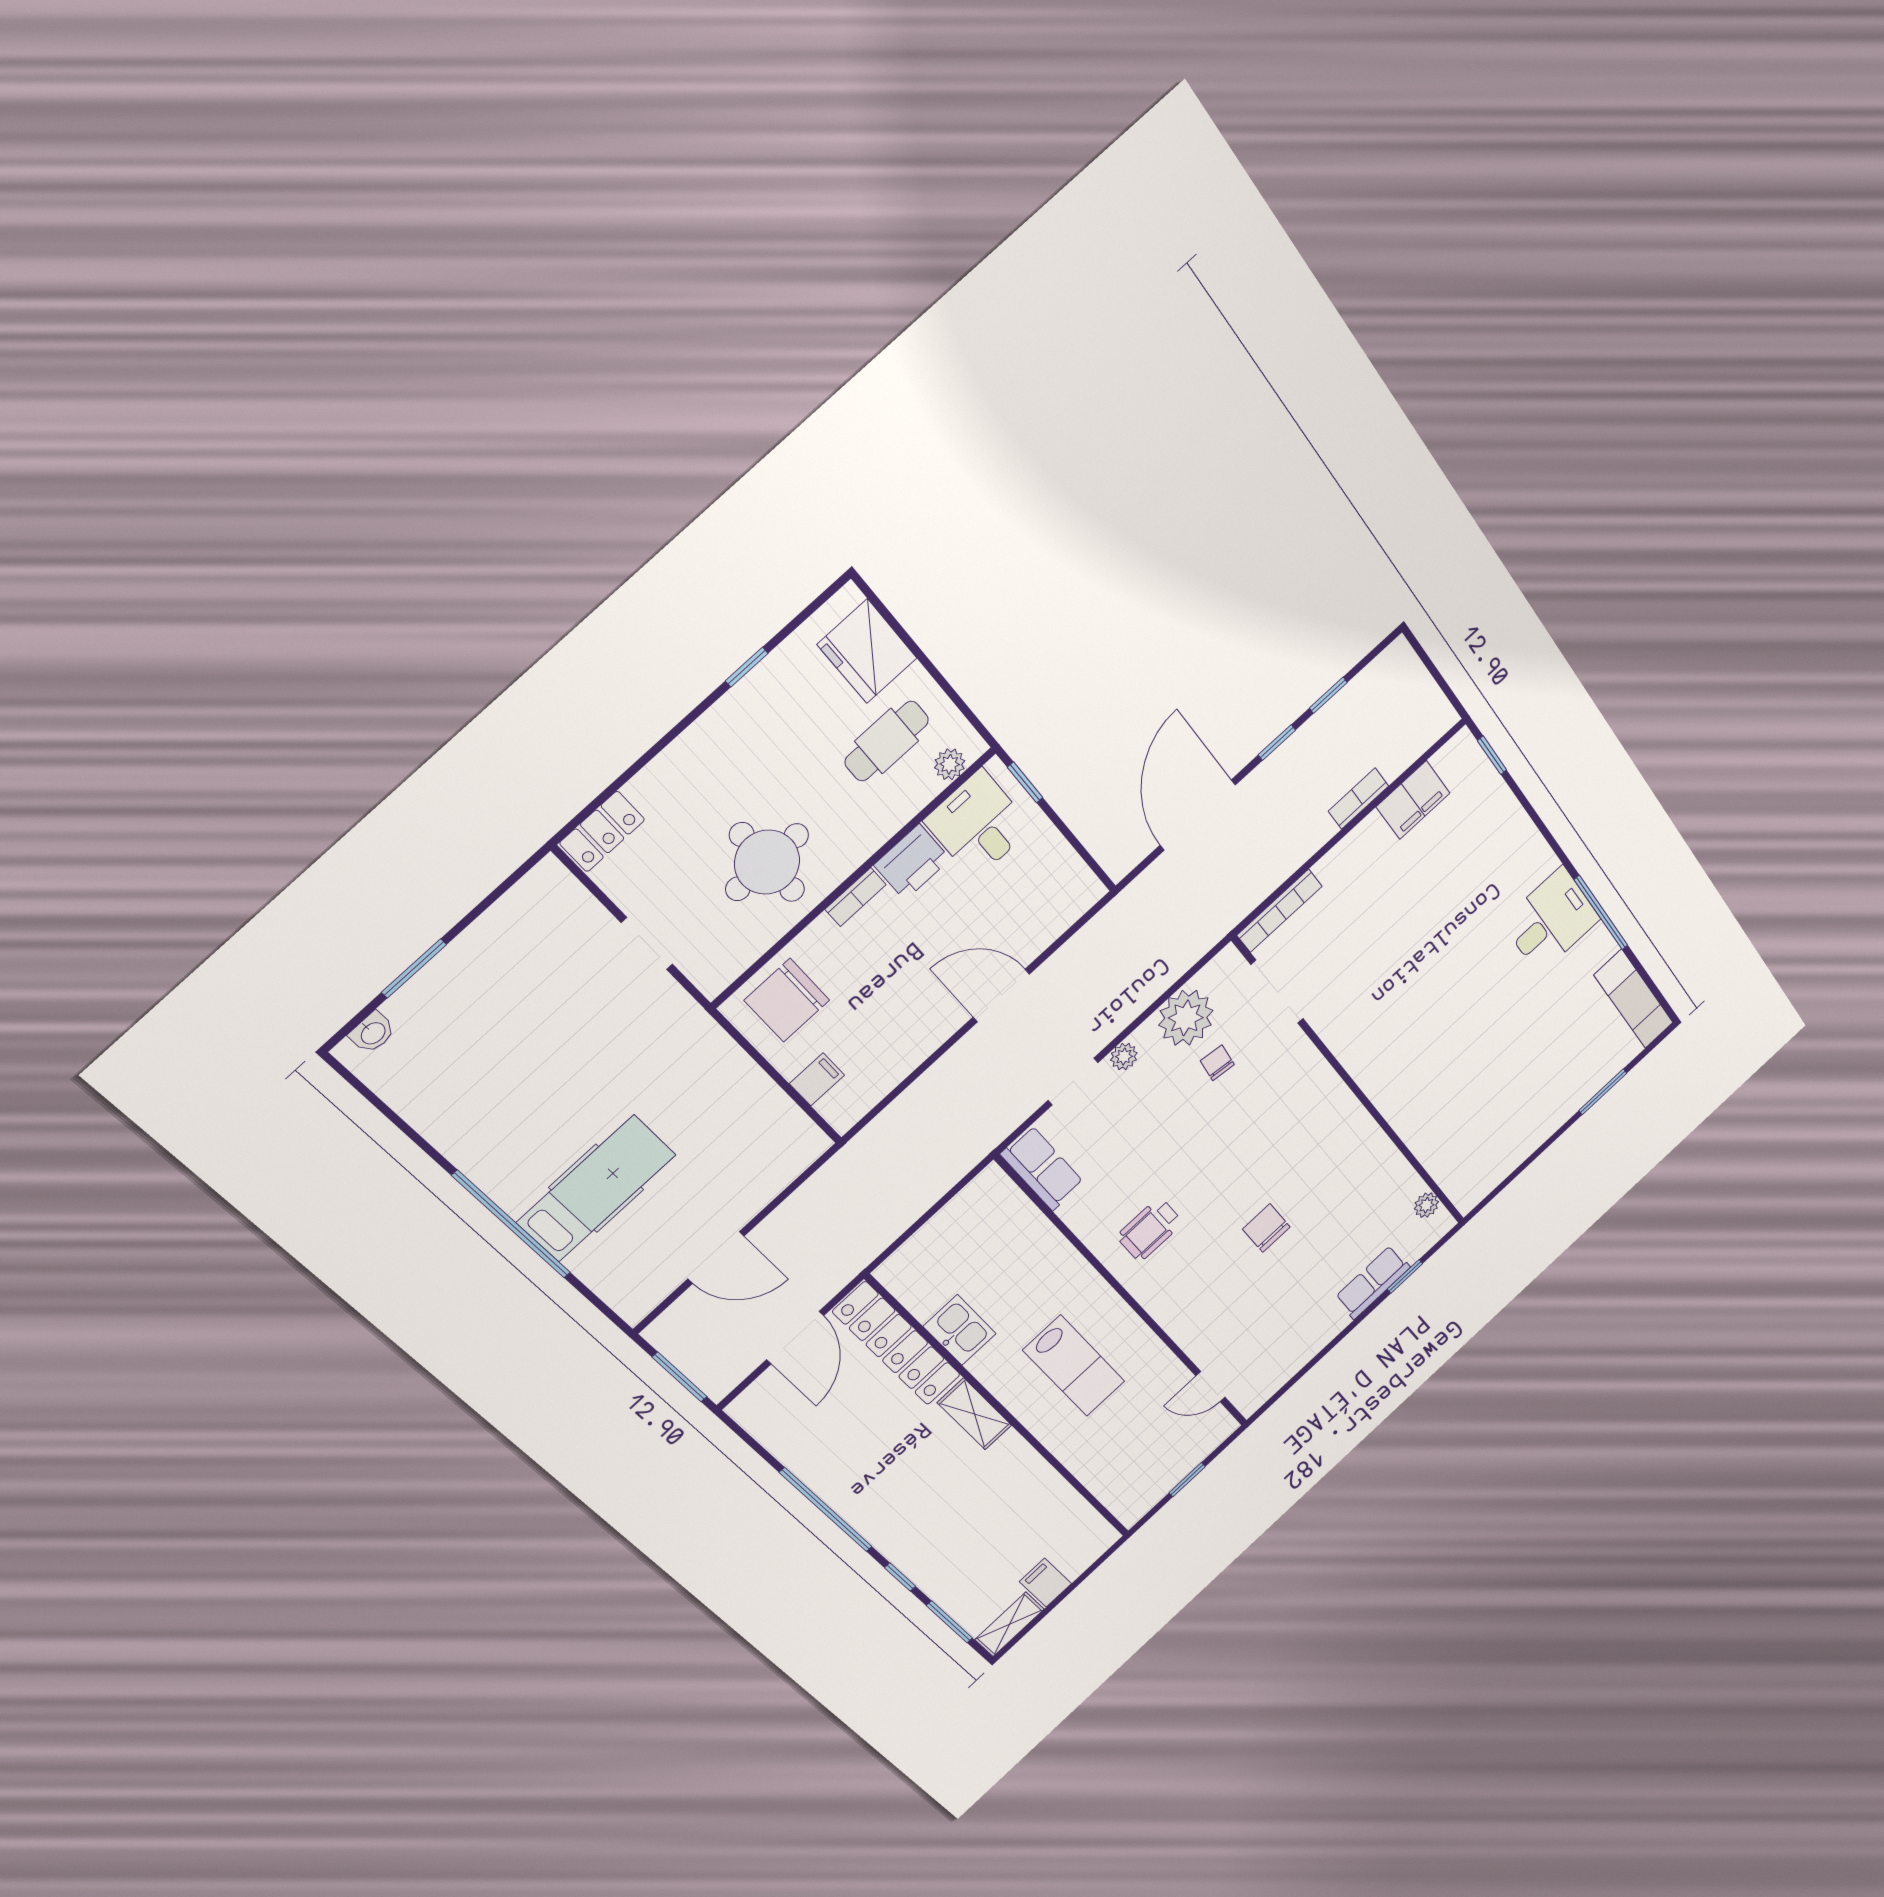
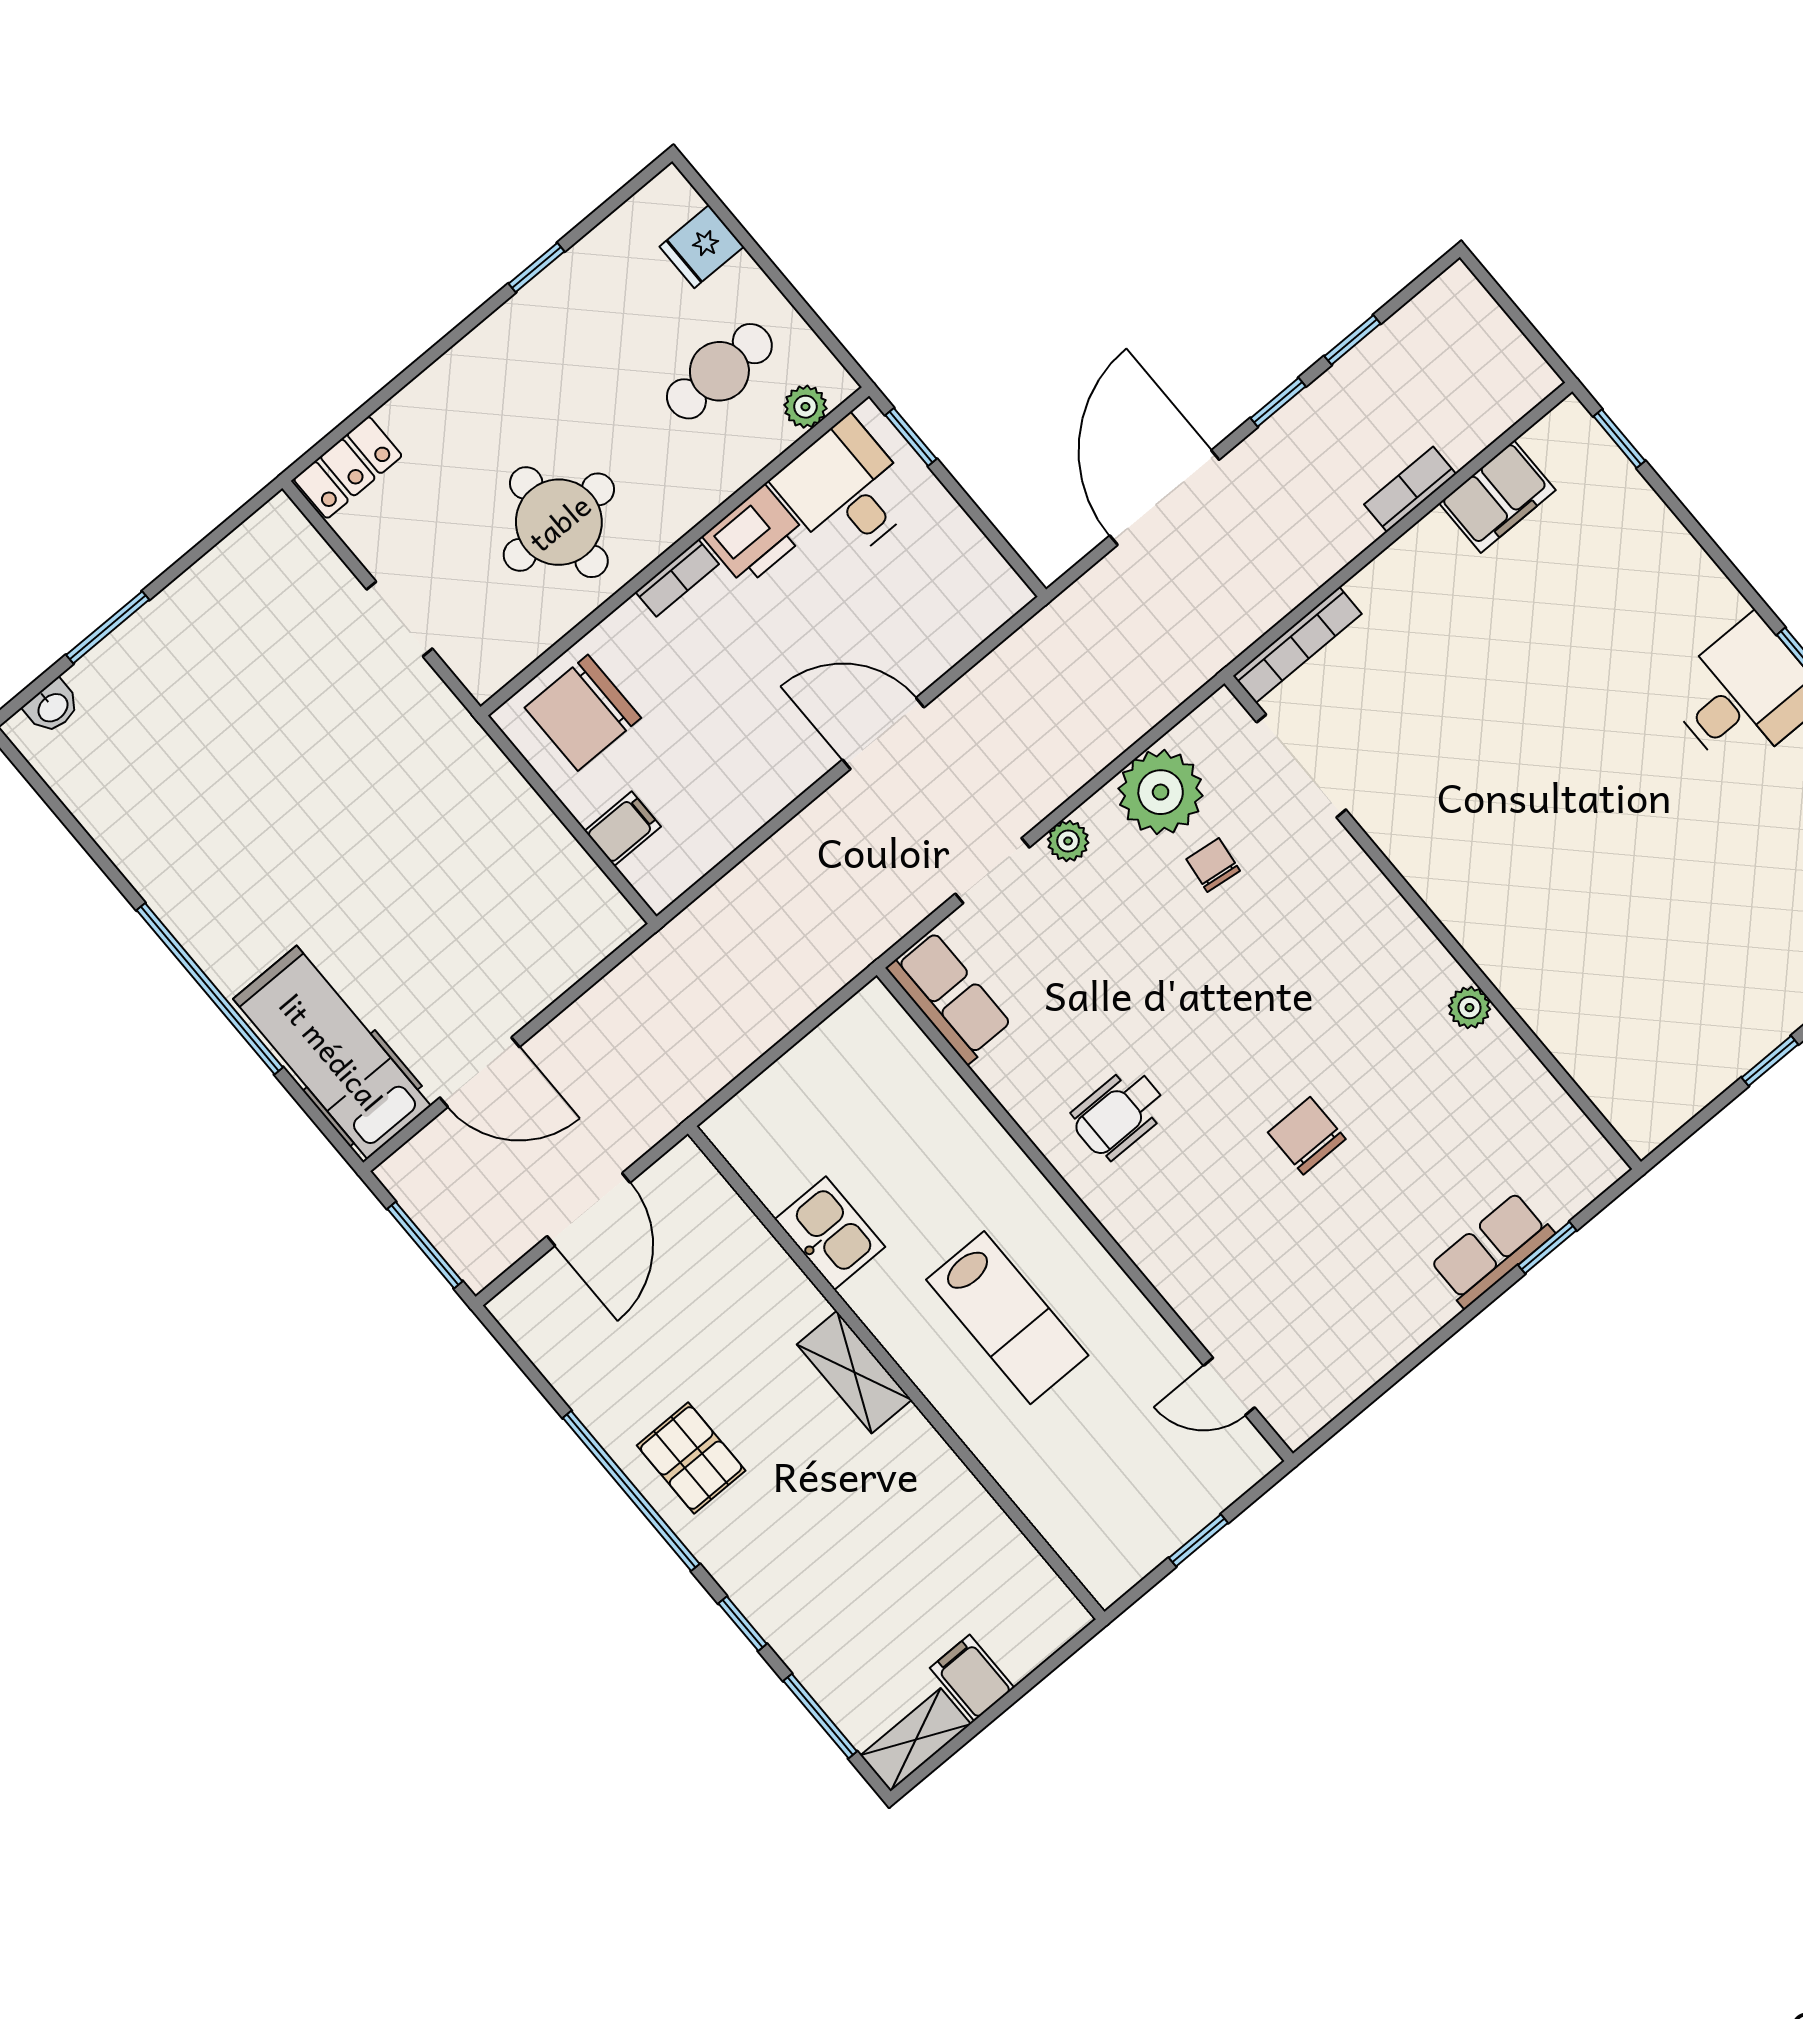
fridge: (867, 651) -> (702, 247), width x0.53, depth x0.75
window: (1543, 1148) -> (1770, 1061), added
hospital bed: (596, 1188) -> (332, 1052), moved, turned -90
plant: (1426, 1205) -> (1469, 1008), moved
locker: (897, 1344) -> (736, 1241), removed
pallet: (866, 1483) -> (691, 1458), added

